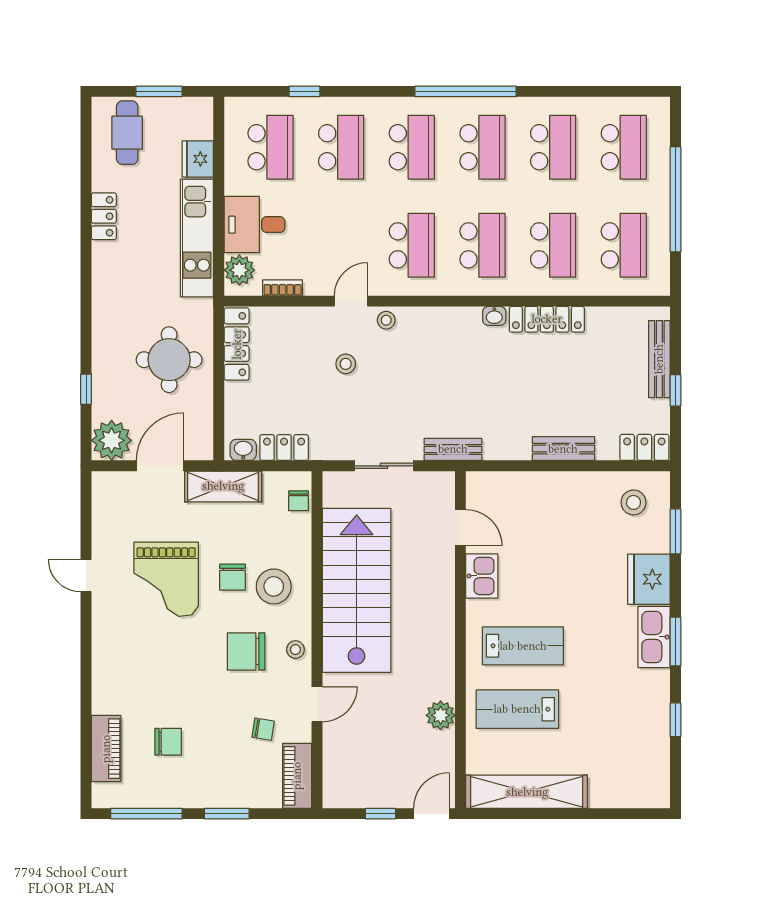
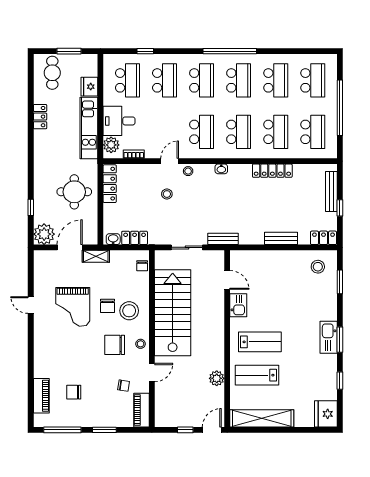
washbasin: (494, 316) -> (221, 169), moved
shelving: (223, 486) -> (96, 256), width x0.67, depth x0.75
fridge: (649, 579) -> (326, 414), moved
chair: (168, 742) -> (74, 392), turned 180

